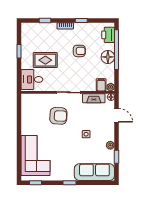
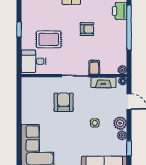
floor lamp: (108, 57) -> (119, 36), removed
filing cabinet: (101, 85) -> (94, 67), moved
armchair: (58, 116) -> (64, 102), turned -93
plant: (109, 134) -> (120, 123), added

